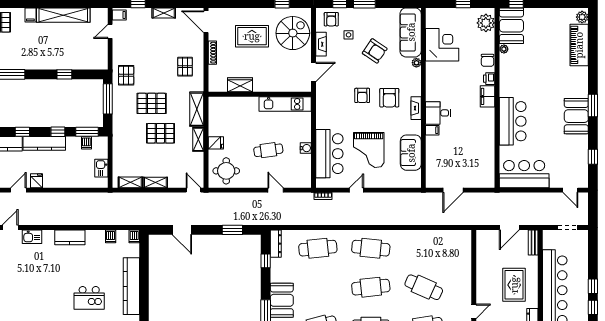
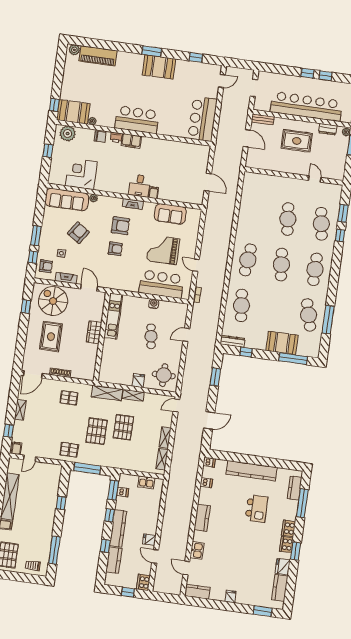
door: (110, 31) -> (30, 458), hinge flipped
wardrobe: (240, 85) -> (94, 332), moved
bar counter: (513, 121) -> (137, 120), moved
grand piano: (369, 150) -> (163, 250), turned 180
cafe table: (424, 287) -> (288, 219), turned -30

